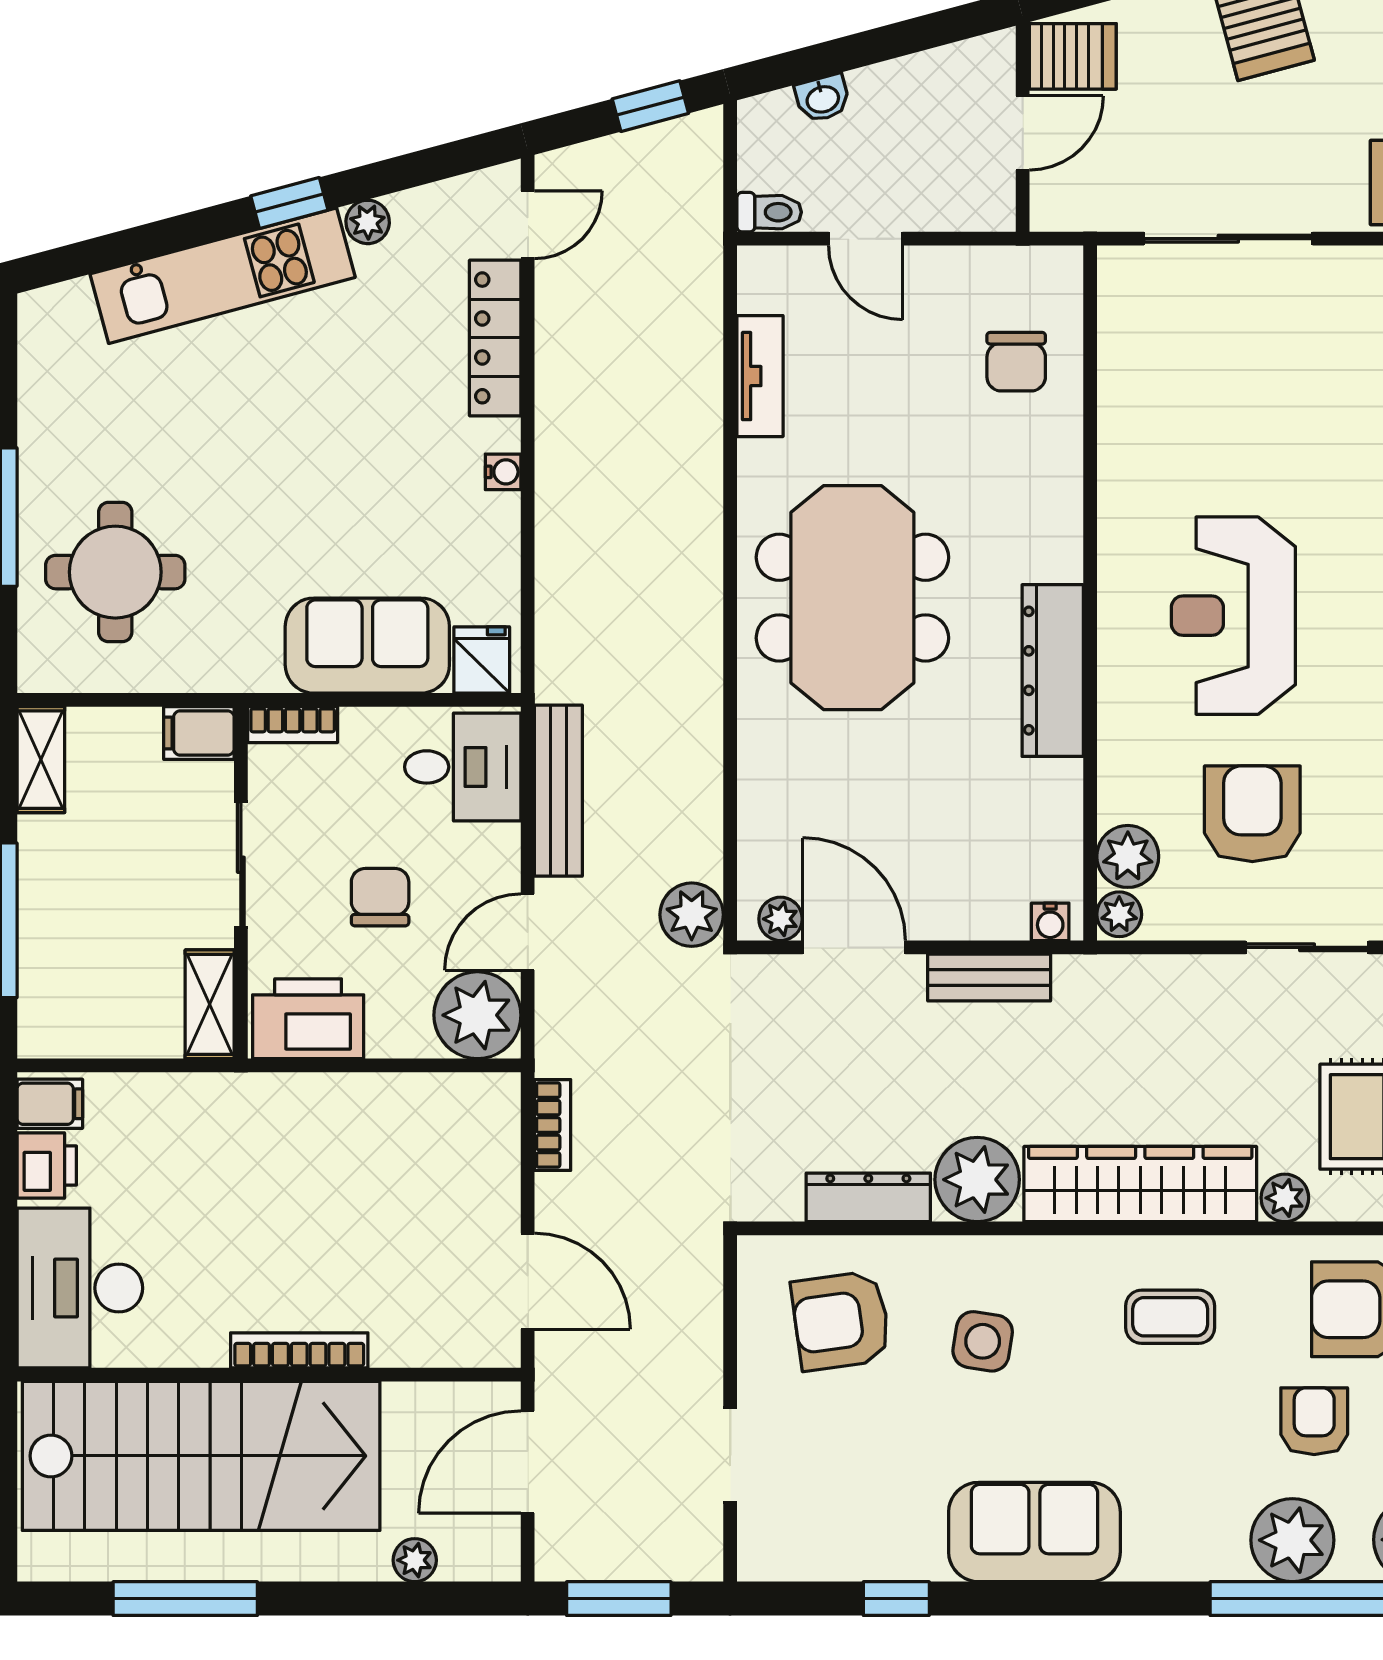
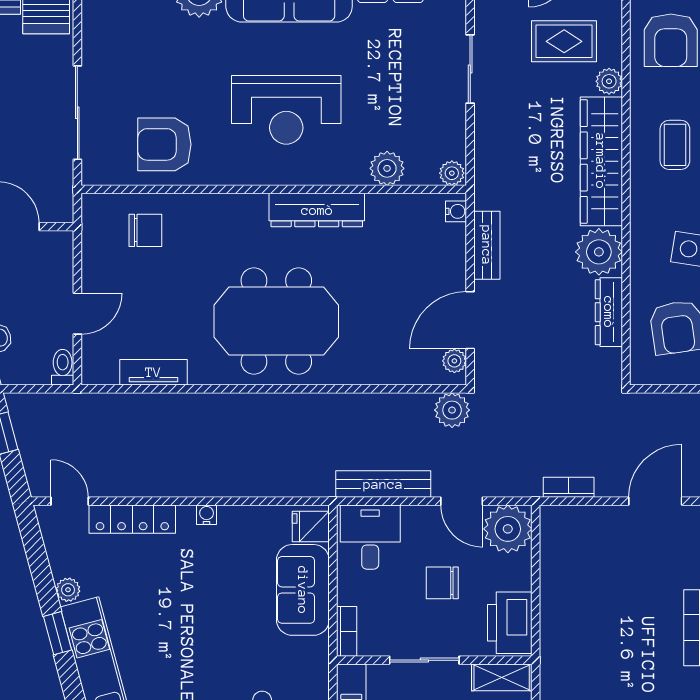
armchair: (1252, 814) -> (164, 144), moved
plant: (1128, 856) -> (387, 168), moved

